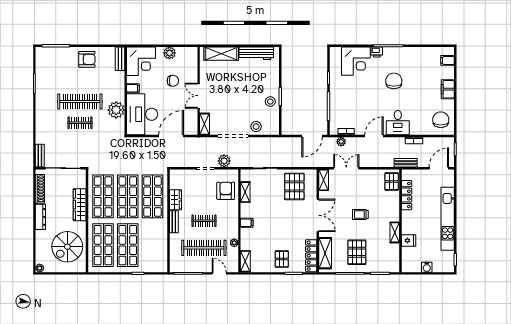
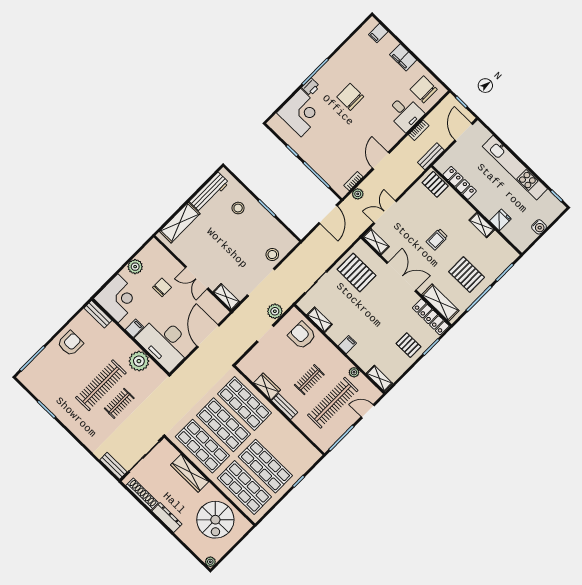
stool: (270, 102) -> (238, 208), moved
desk: (398, 123) -> (405, 113), moved

